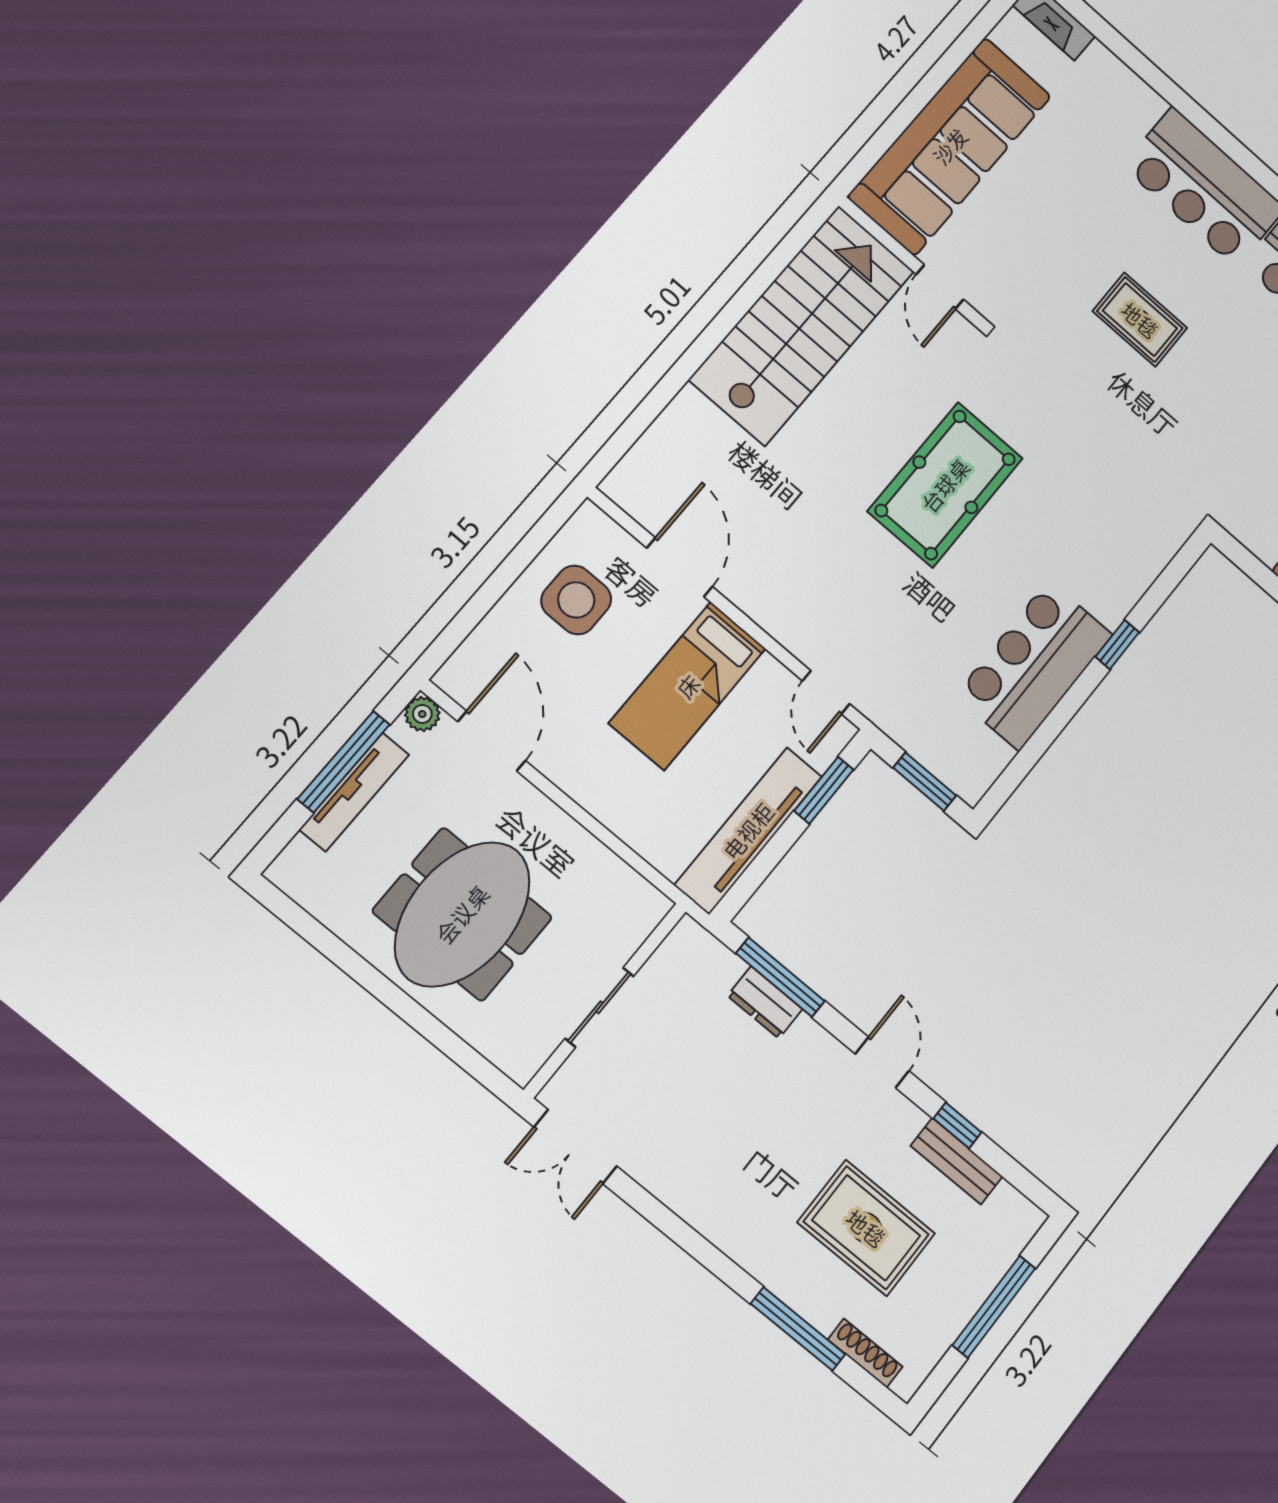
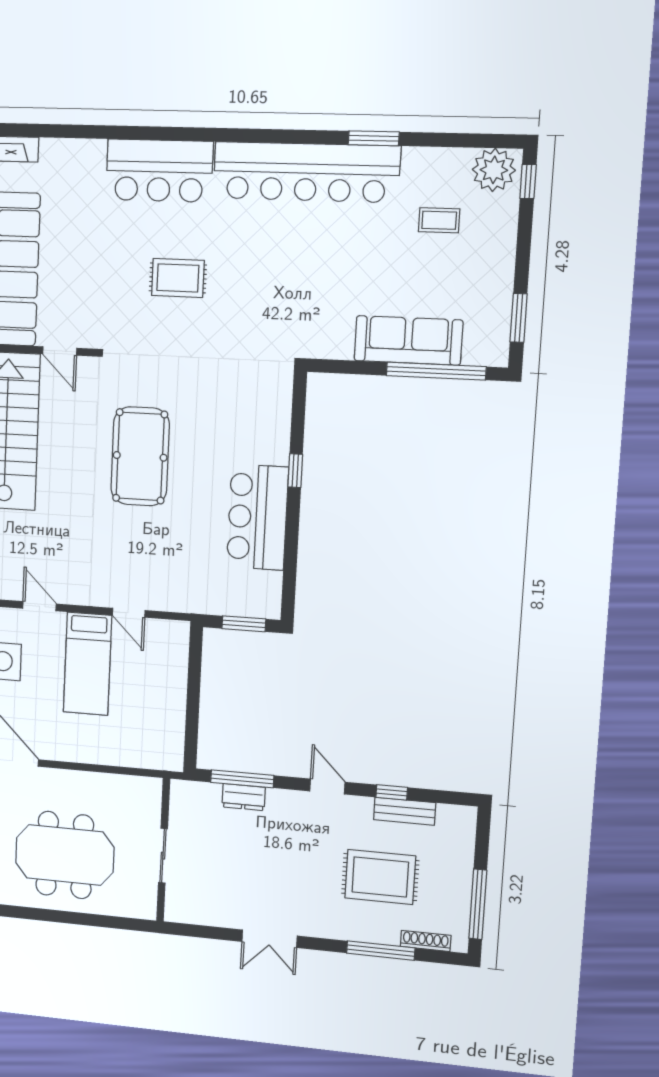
door: (680, 567) -> (39, 606), width x0.73
door: (826, 692) -> (129, 613), moved
window: (824, 790) -> (195, 667), removed
tv unit: (748, 831) -> (172, 715), removed
meeting table: (462, 914) -> (65, 855), turned 90
double door: (575, 1147) -> (269, 939), moved
window: (994, 1307) -> (478, 904), moved

